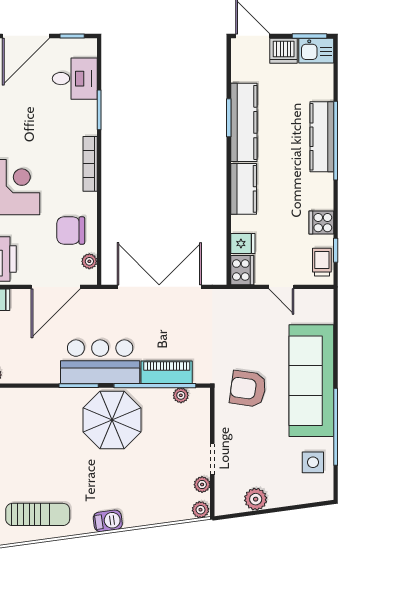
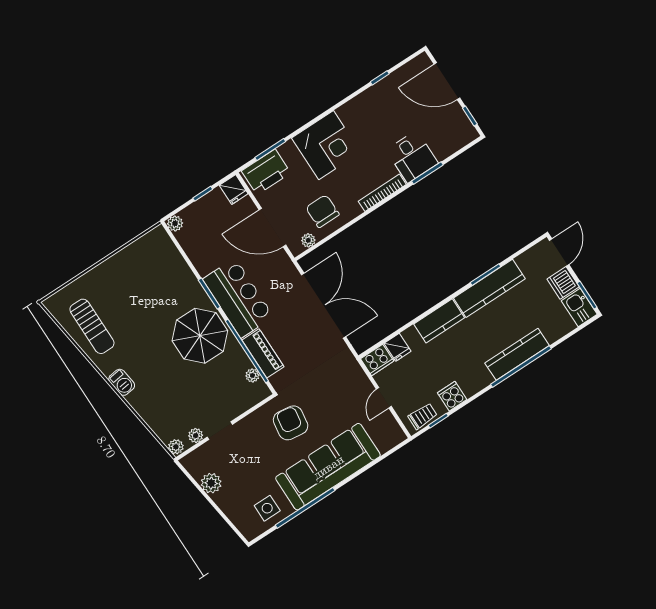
desk: (75, 79) -> (412, 157), moved

